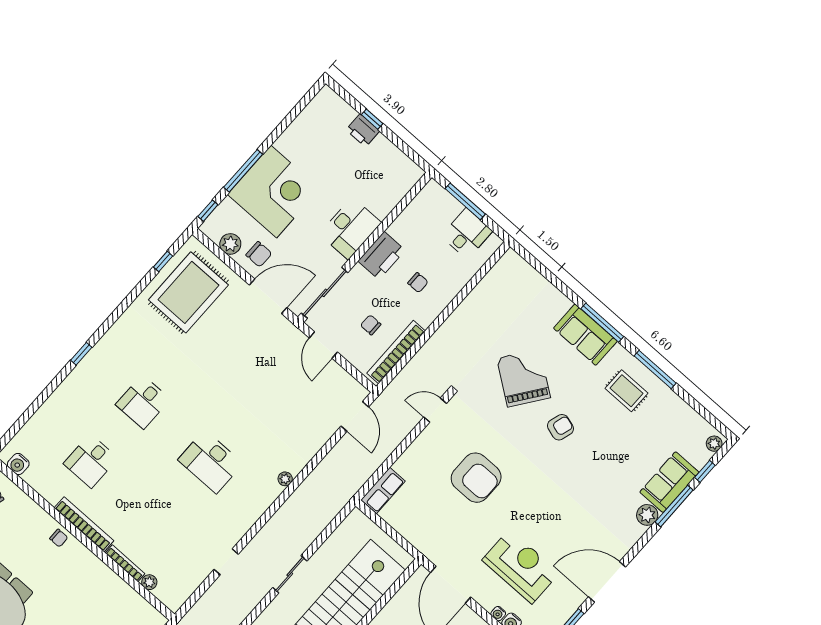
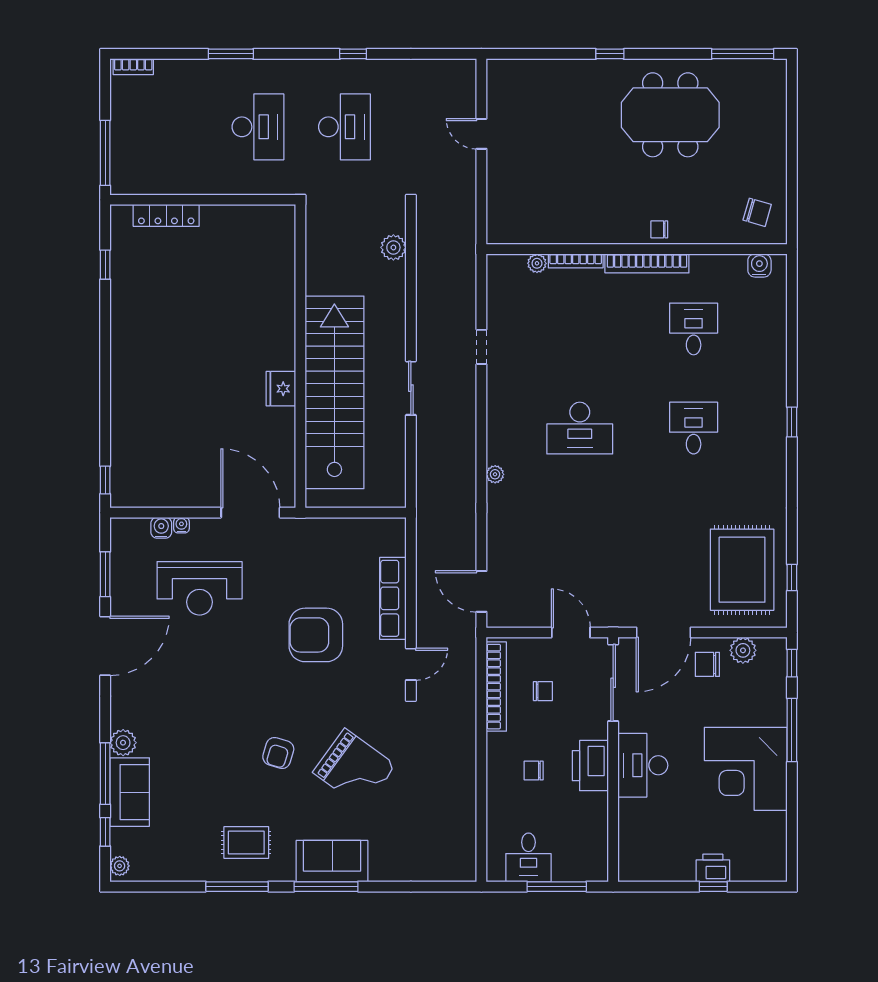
corner desk: (274, 192) -> (746, 769), moved
desk: (210, 462) -> (580, 428), turned 180
row of seats: (383, 491) -> (393, 598), moved, width x1.48

